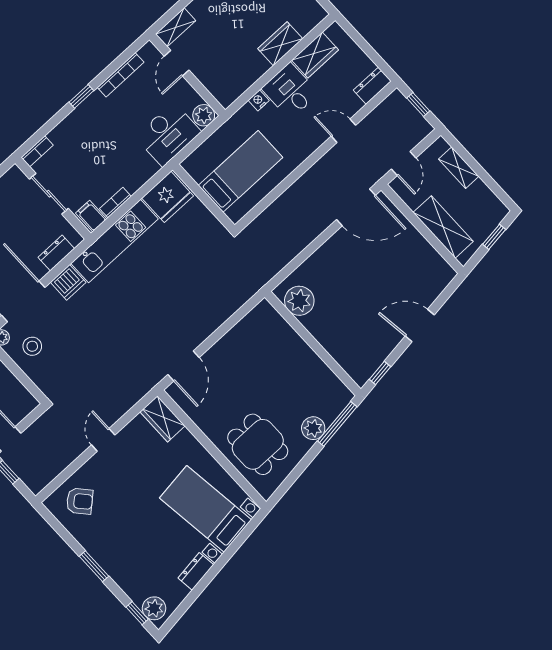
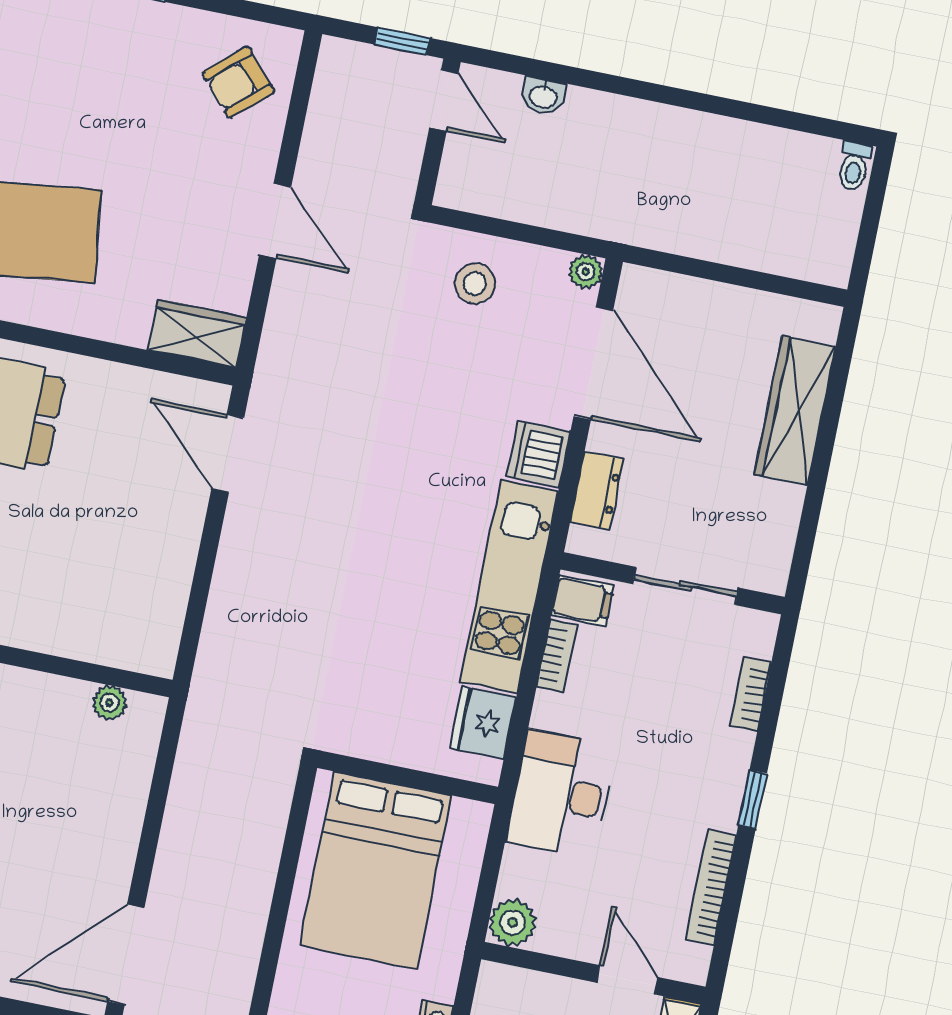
desk: (168, 134) -> (561, 794), moved
bookcase: (37, 151) -> (751, 694), moved
bed: (241, 171) -> (376, 870), width x1.50
fridge: (168, 197) -> (483, 723), width x0.73, depth x0.75
plant: (299, 301) -> (109, 702), width x0.53, depth x0.53
stool: (32, 346) -> (475, 284), moved
door: (103, 440) -> (275, 221), width x1.38

